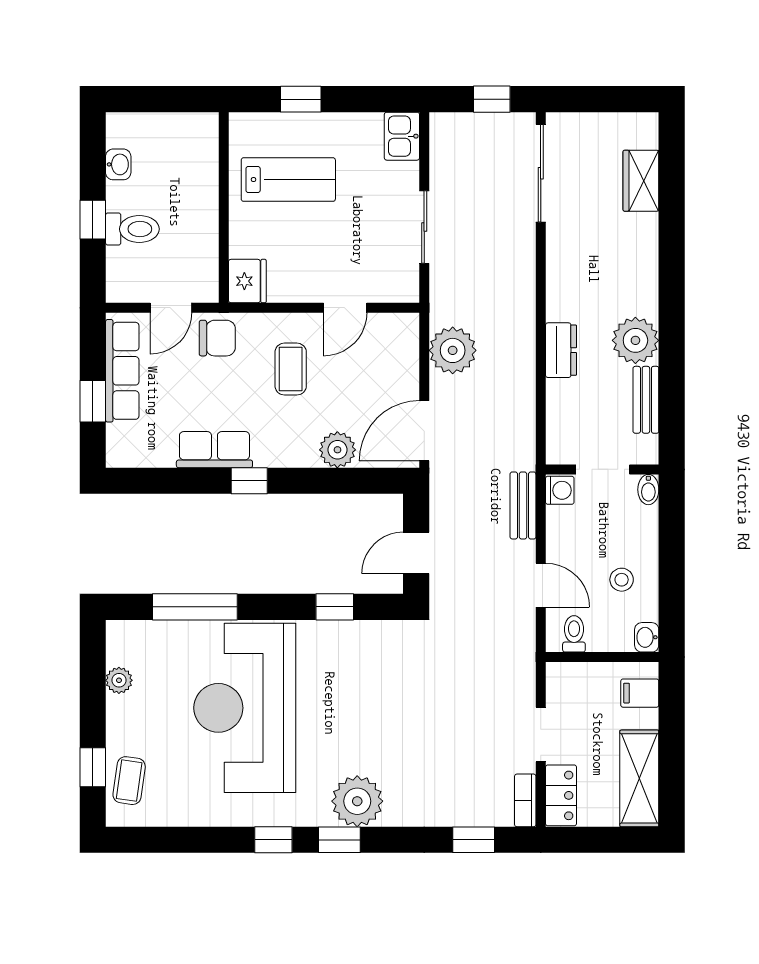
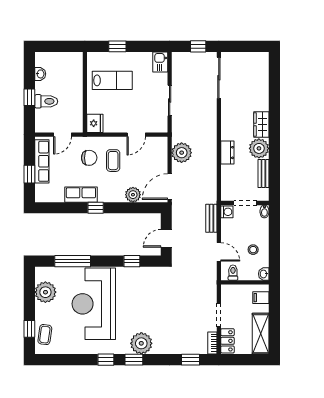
wardrobe: (641, 181) -> (261, 124), moved
chair: (217, 338) -> (89, 158), moved
plant: (119, 680) -> (45, 292), width x1.87, depth x1.87

